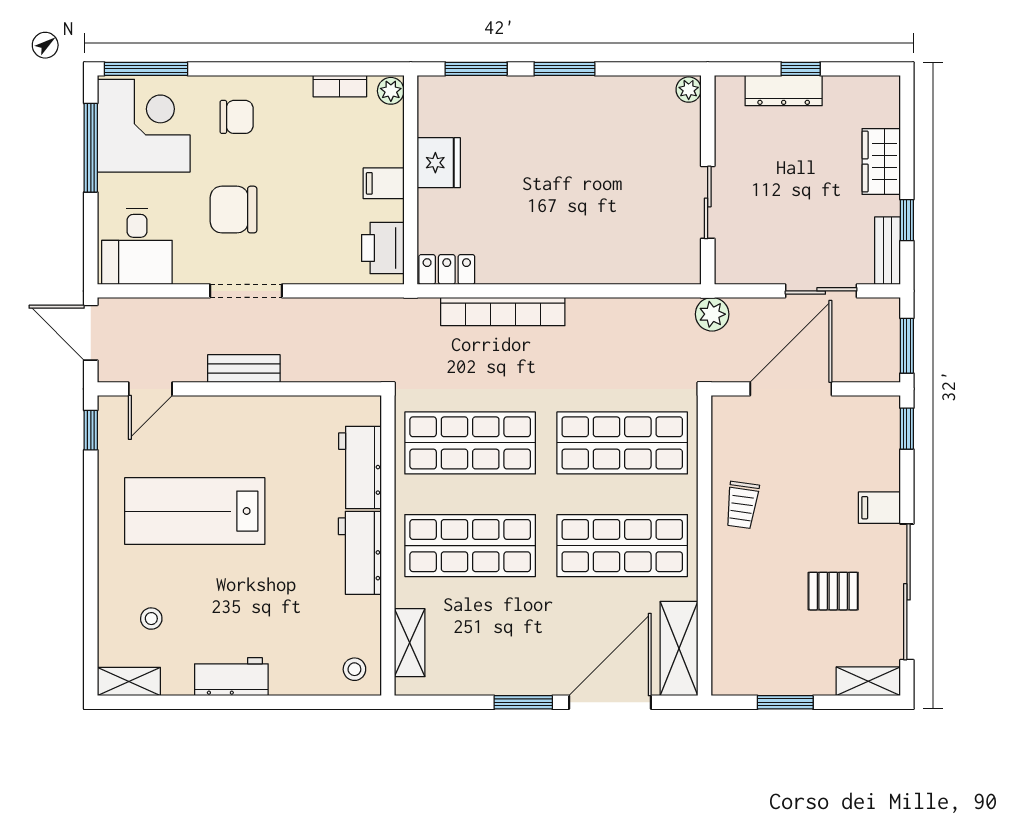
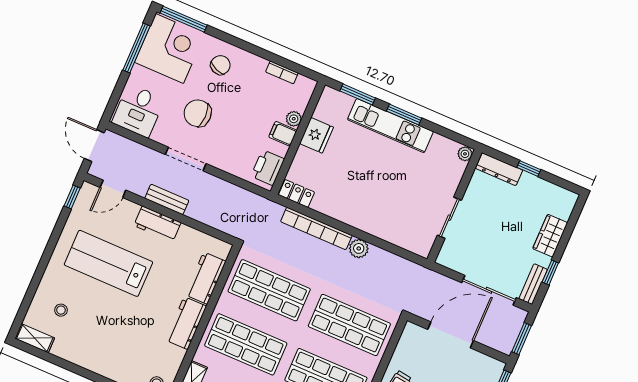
plant: (391, 91) -> (294, 119), moved
dresser: (784, 91) -> (499, 169), moved
kitchen unit: (550, 96) -> (390, 126), added
chair: (237, 117) -> (220, 65), turned -68
sliding door: (821, 291) -> (489, 290), width x1.37
plant: (712, 314) -> (359, 248), moved
workbench: (231, 677) -> (157, 224), moved, turned 180

